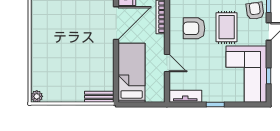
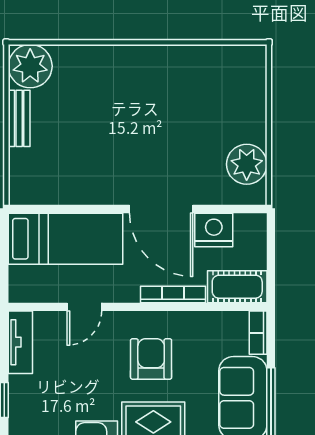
plant: (37, 96) -> (30, 66), width x1.88, depth x1.88
bench: (99, 97) -> (19, 118), moved

